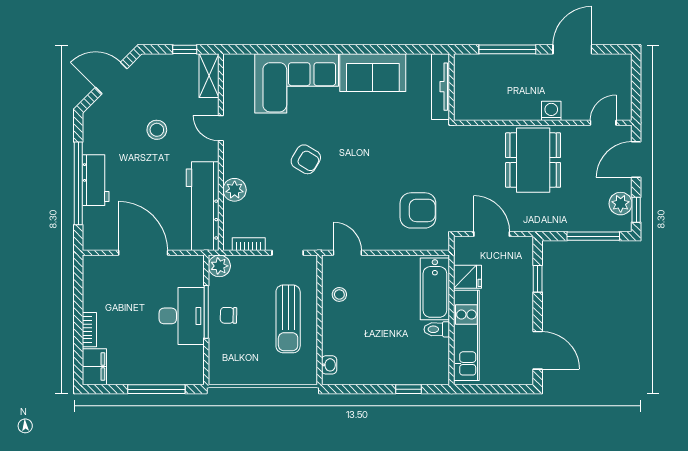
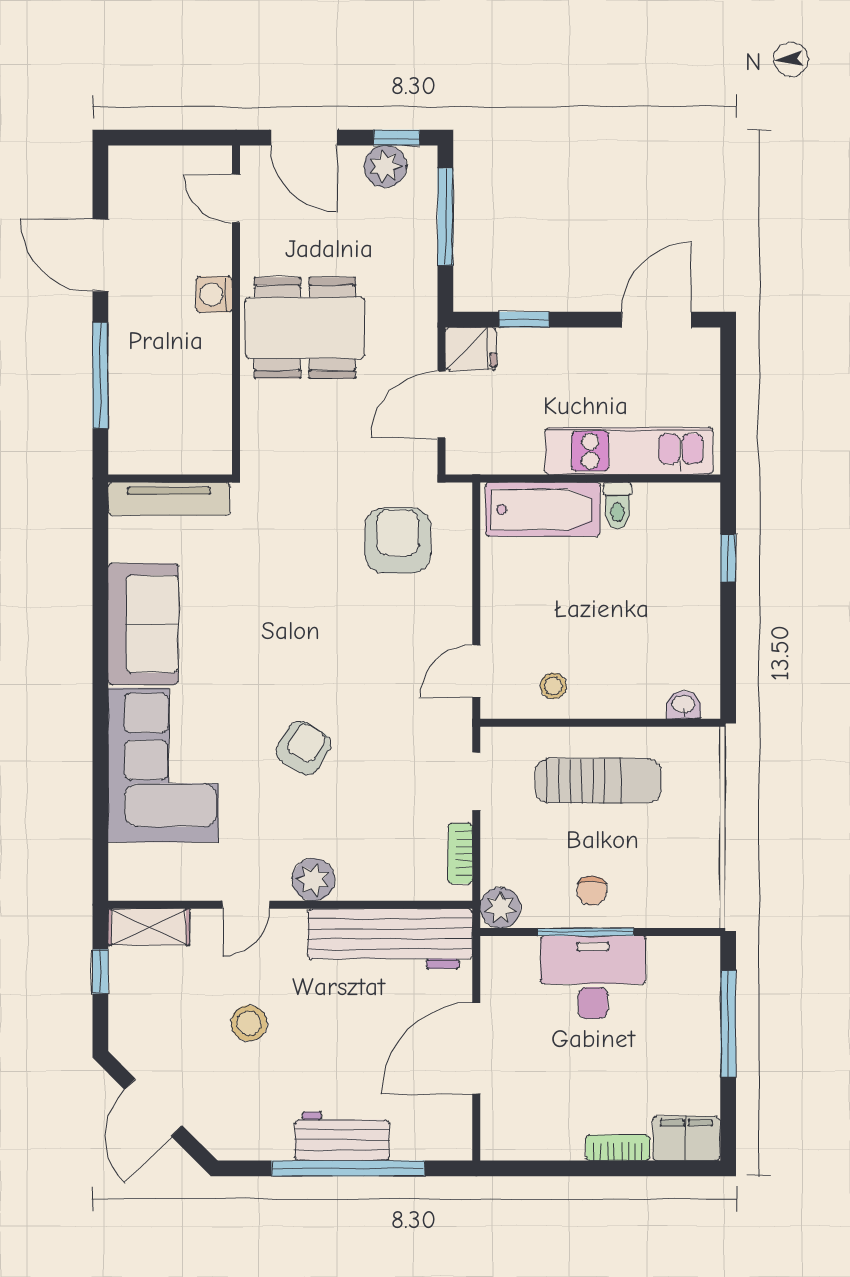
plant: (235, 190) -> (313, 880), moved
fridge: (468, 277) -> (471, 349), moved, turned 90

